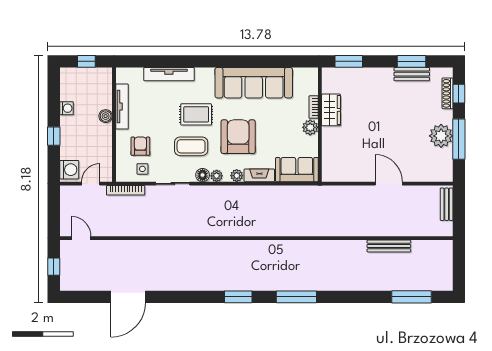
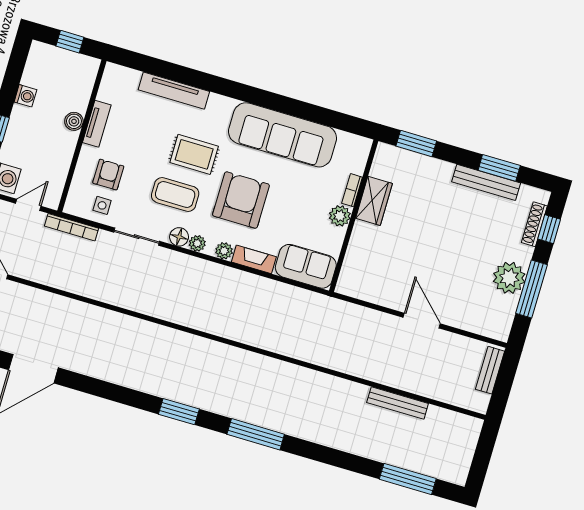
bench: (412, 74) -> (486, 182), width x1.36
tv unit: (122, 107) -> (97, 124), width x0.71

